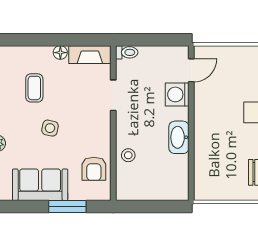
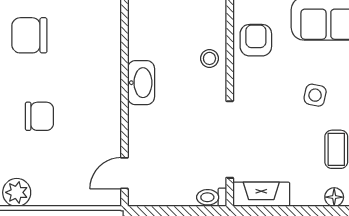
floor lamp: (60, 53) -> (334, 197), moved
washing machine: (177, 94) -> (143, 140), removed
doorway: (113, 95) -> (230, 139), width x1.88

